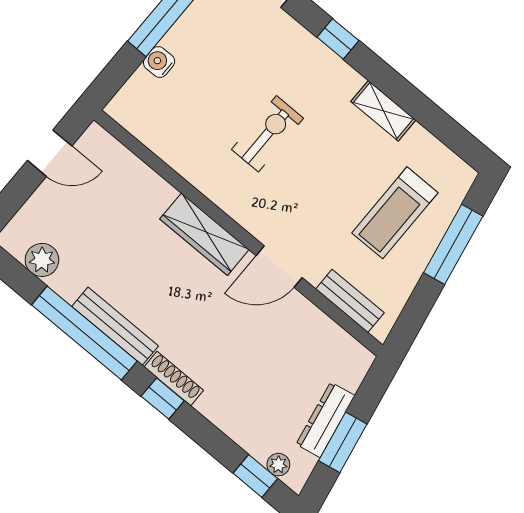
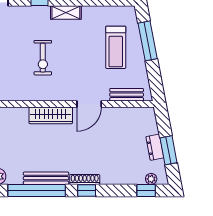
shelving: (383, 111) -> (66, 12), moved
exercise bike: (267, 134) -> (43, 58), turned 180
dresser: (325, 420) -> (155, 147), width x0.70

